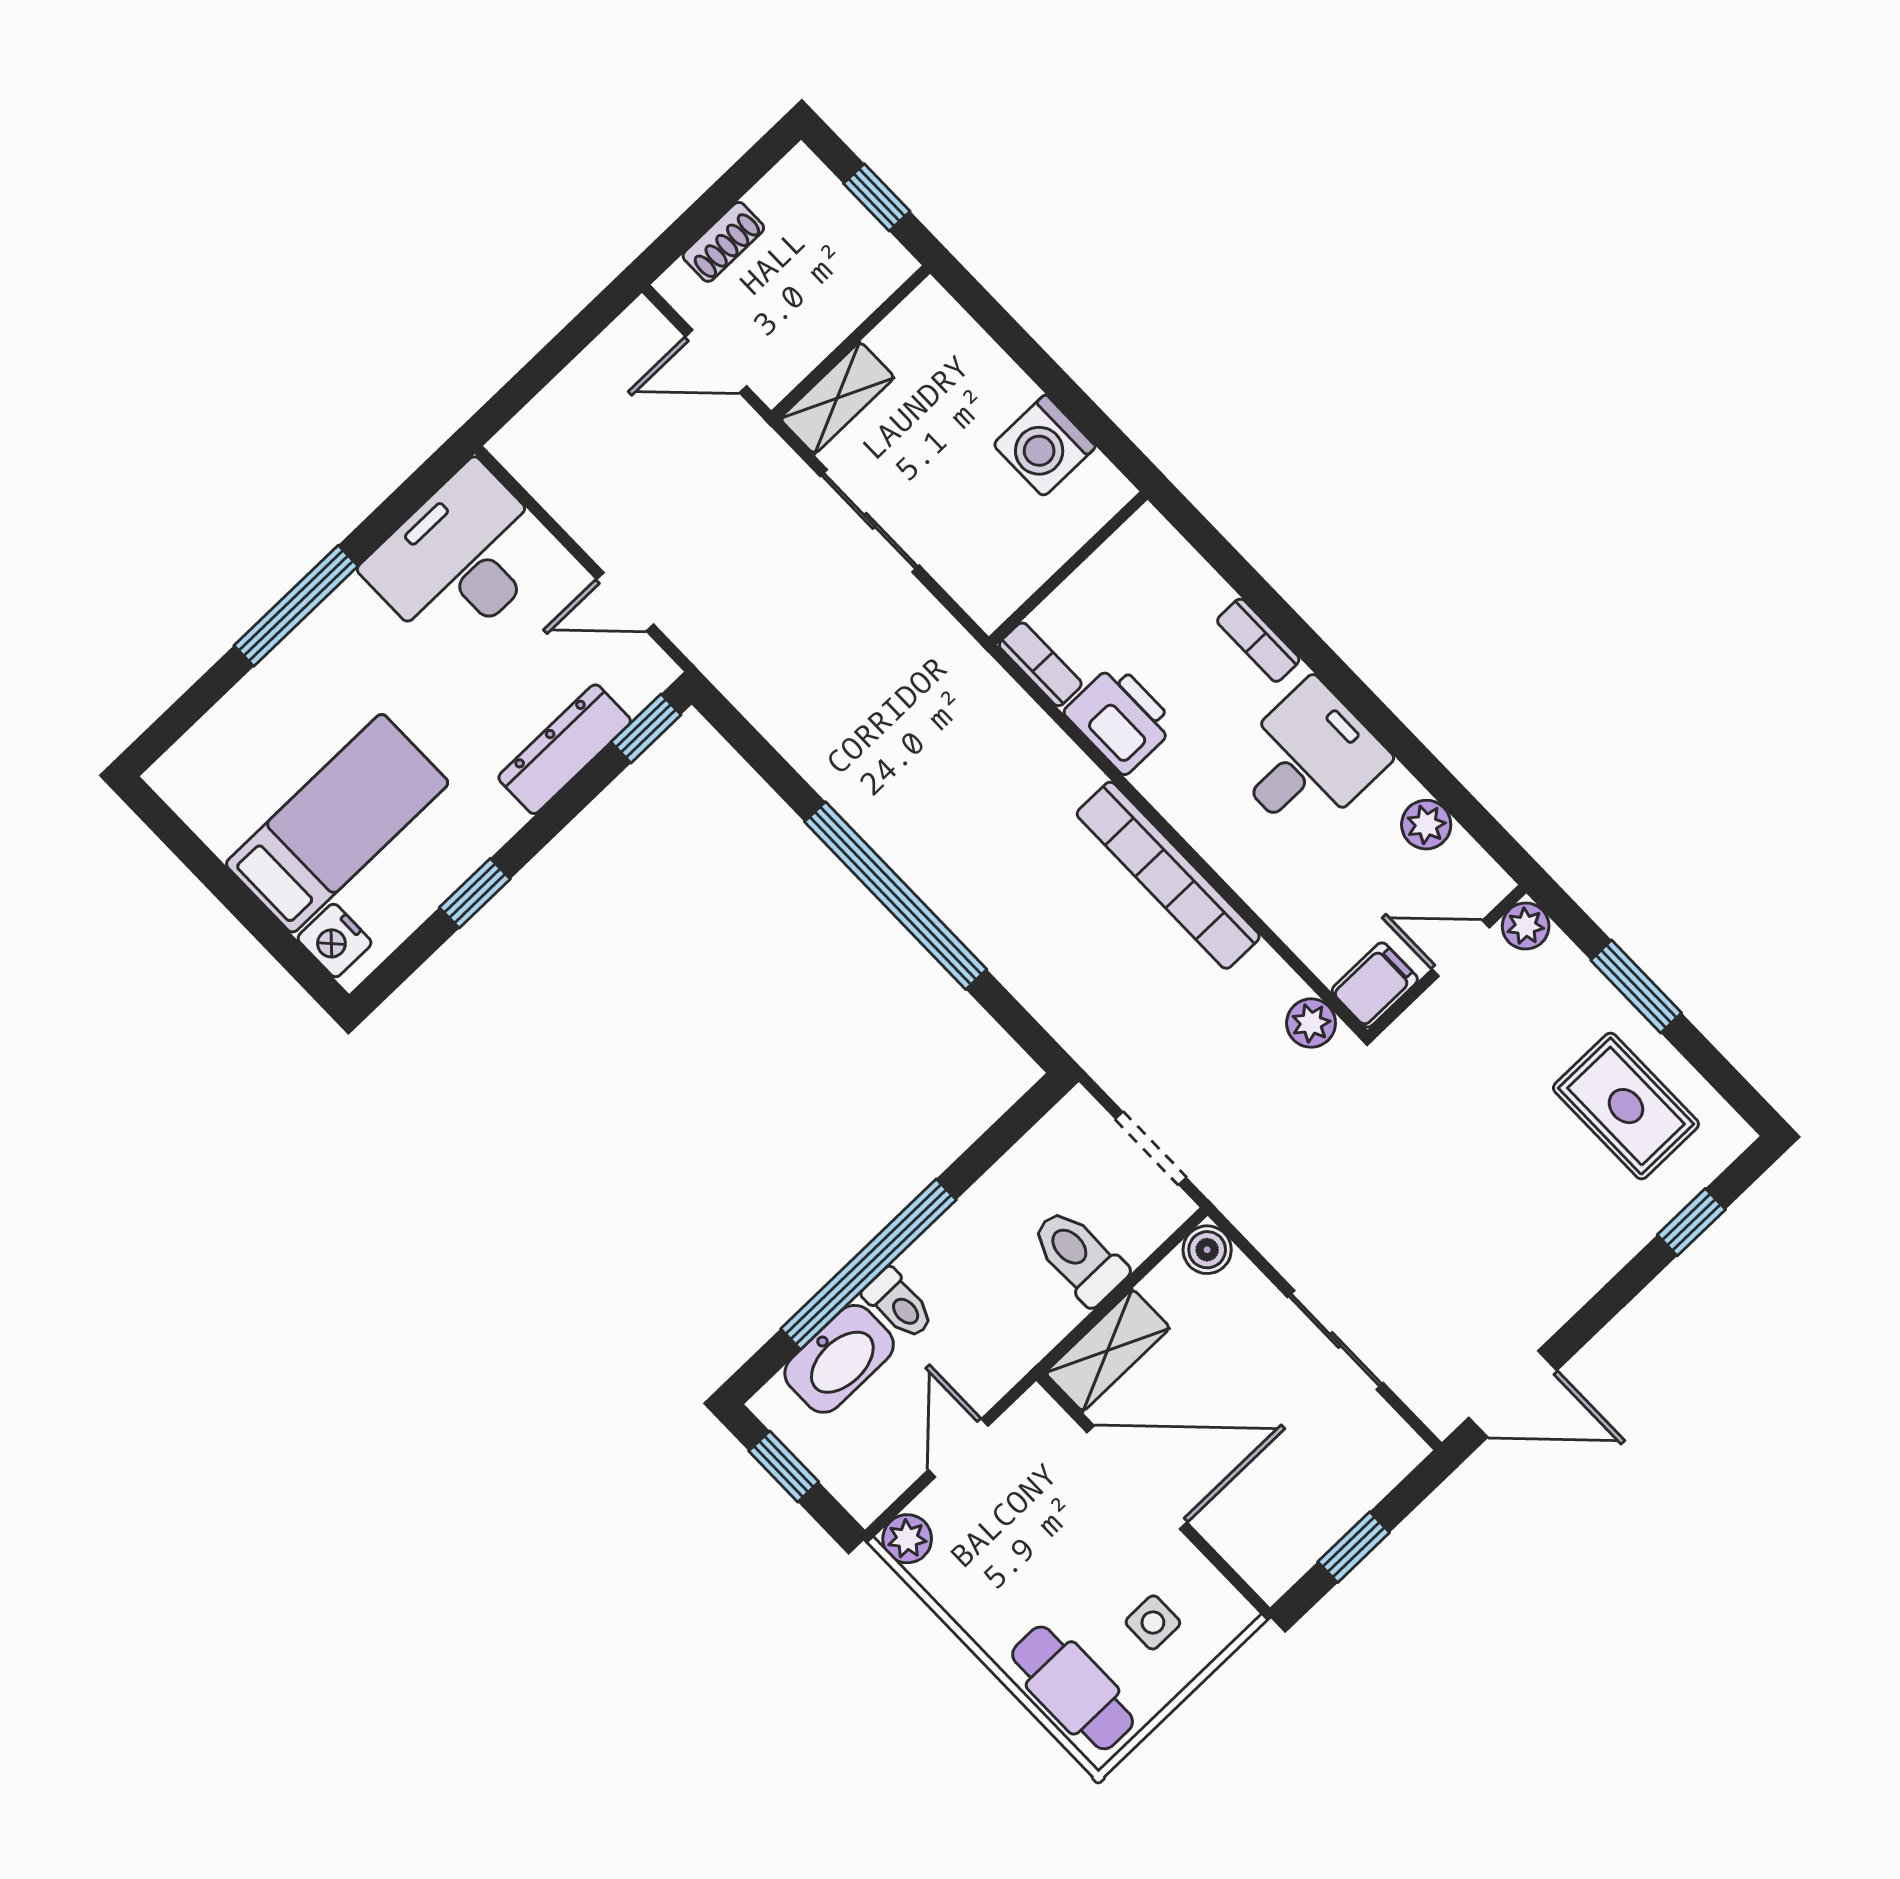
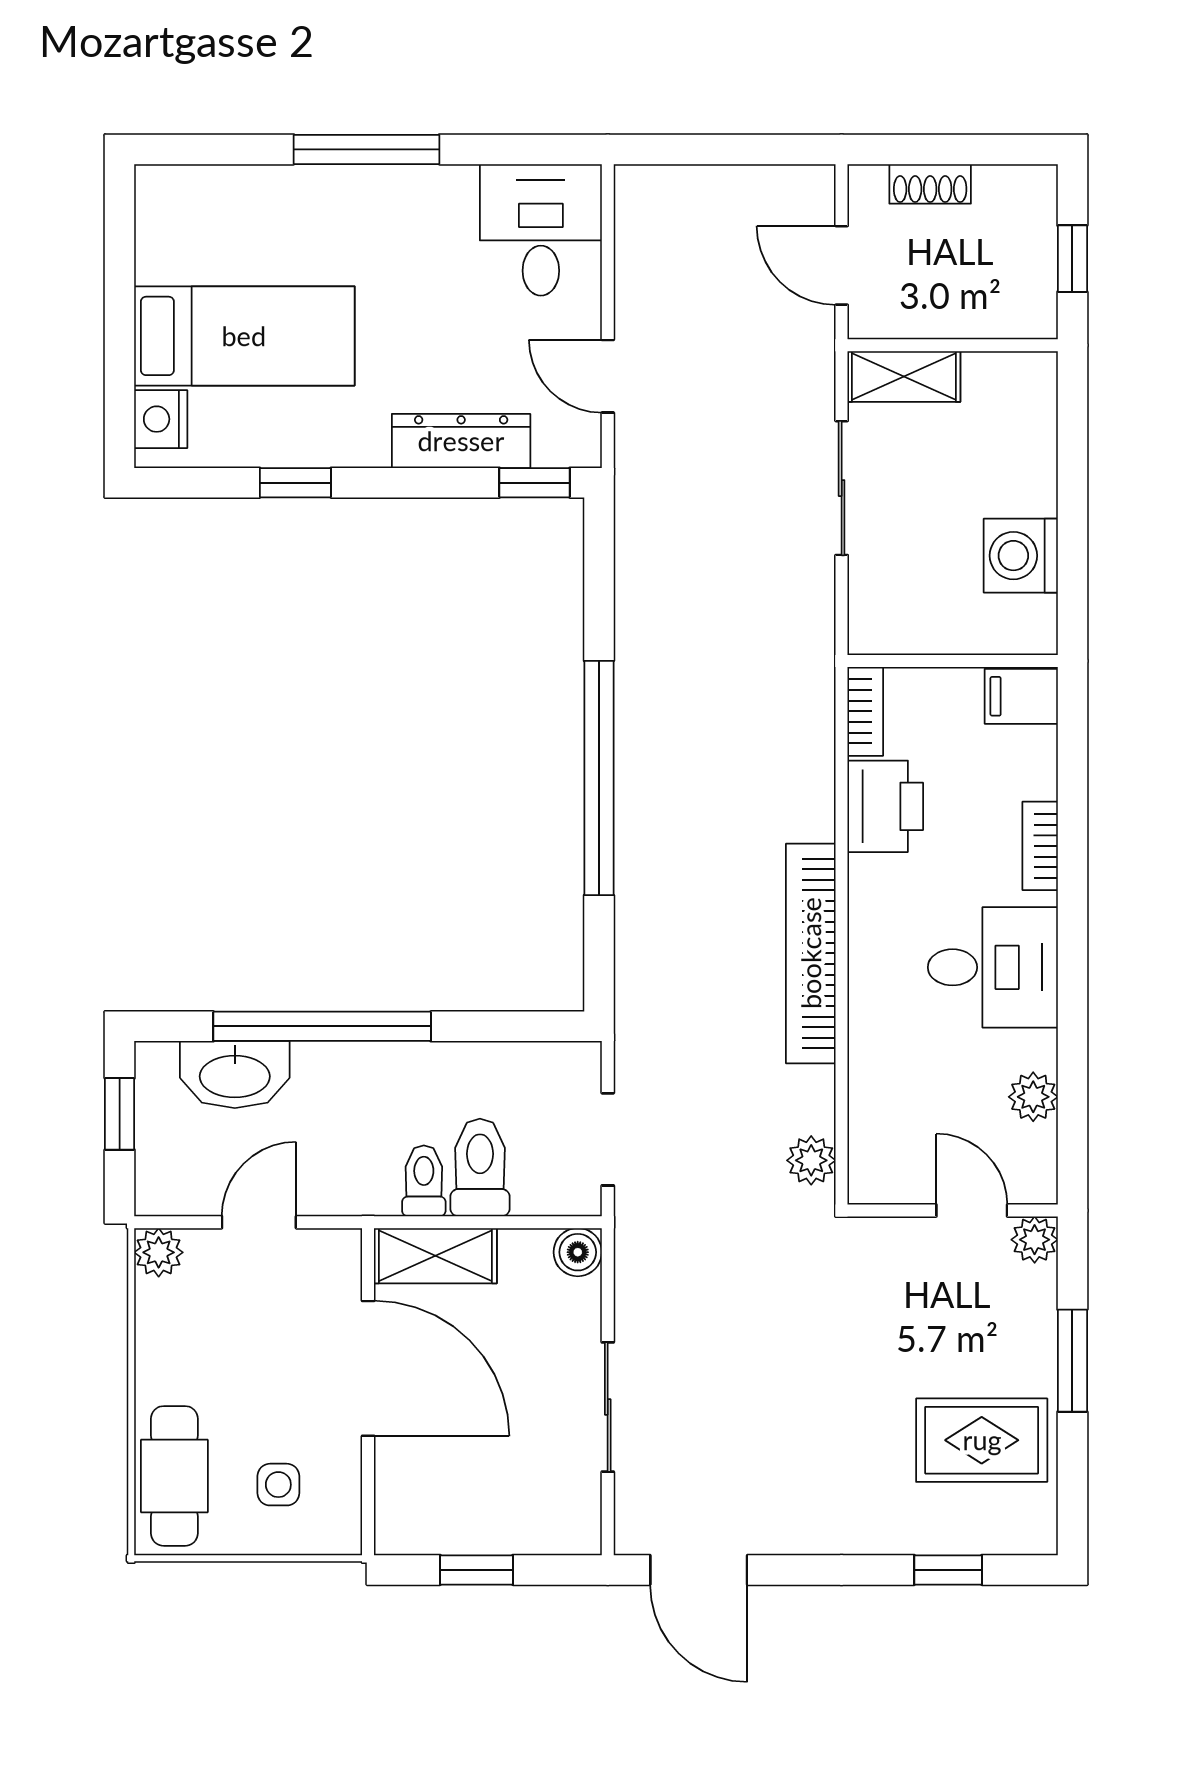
desk: (460, 559) -> (541, 230), width x0.73
filing cabinet: (1375, 985) -> (1021, 696), moved, turned 180
rug: (1626, 1106) -> (982, 1440), turned 90
toilet: (899, 1304) -> (424, 1181), moved, turned 180

